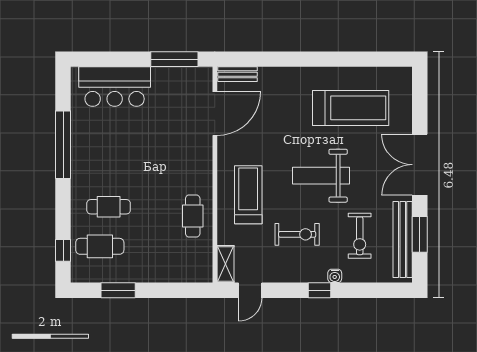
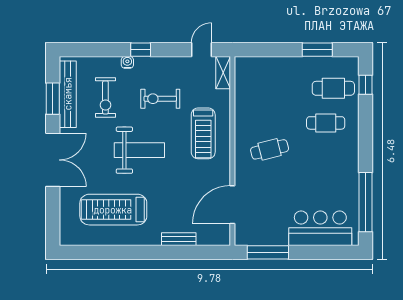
bench: (237, 74) -> (179, 239), moved
window: (63, 145) -> (366, 202), moved
cafe table: (193, 216) -> (270, 149), moved, turned 76
exercise bike: (360, 236) -> (105, 97), turned 180

